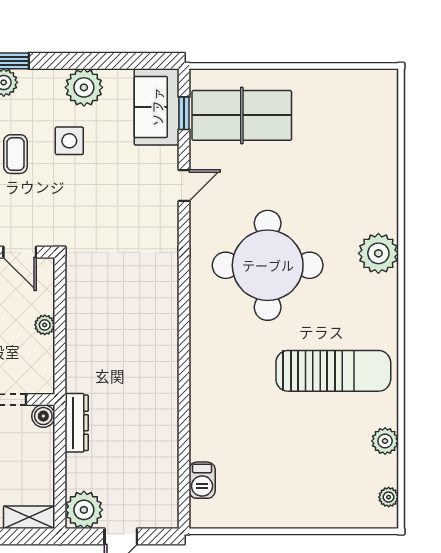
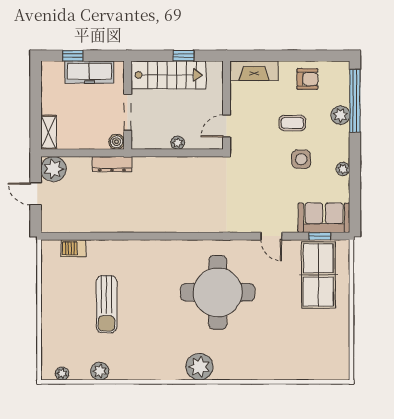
plant: (84, 87) -> (343, 169), width x0.53, depth x0.53
plant: (378, 253) -> (199, 367), moved
sun lounger: (333, 371) -> (107, 304), moved, width x0.73, depth x0.75

